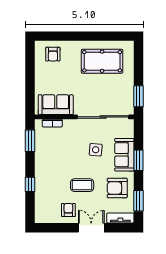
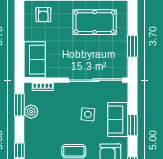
window: (138, 96) -> (132, 46), moved
sofa: (56, 105) -> (35, 60), moved, turned 90
plant: (41, 147) -> (31, 112), added

